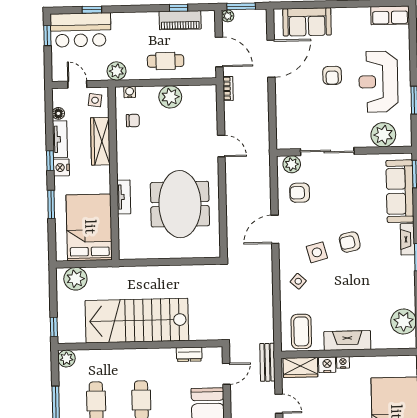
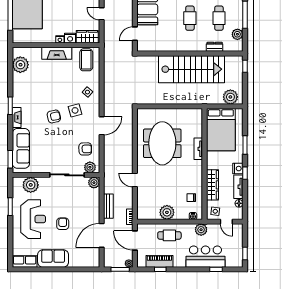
sofa: (307, 22) -> (53, 258), moved
bar counter: (81, 30) -> (205, 257), moved
plant: (285, 141) -> (94, 183), added
dresser: (189, 354) -> (215, 47), moved
plant: (66, 359) -> (237, 34), moved
bench: (267, 362) -> (108, 206), moved

